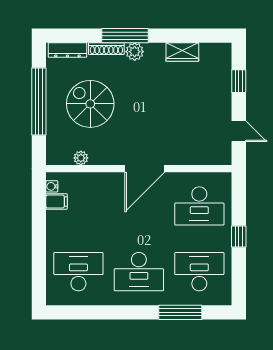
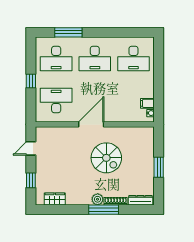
wardrobe: (182, 52) -> (55, 199), moved
window: (39, 102) -> (159, 167), width x0.47
spiral stairs: (90, 104) -> (106, 158), moved
door: (239, 131) -> (31, 148), hinge flipped
plant: (81, 158) -> (132, 131), removed
desk: (139, 272) -> (95, 58), turned 180

